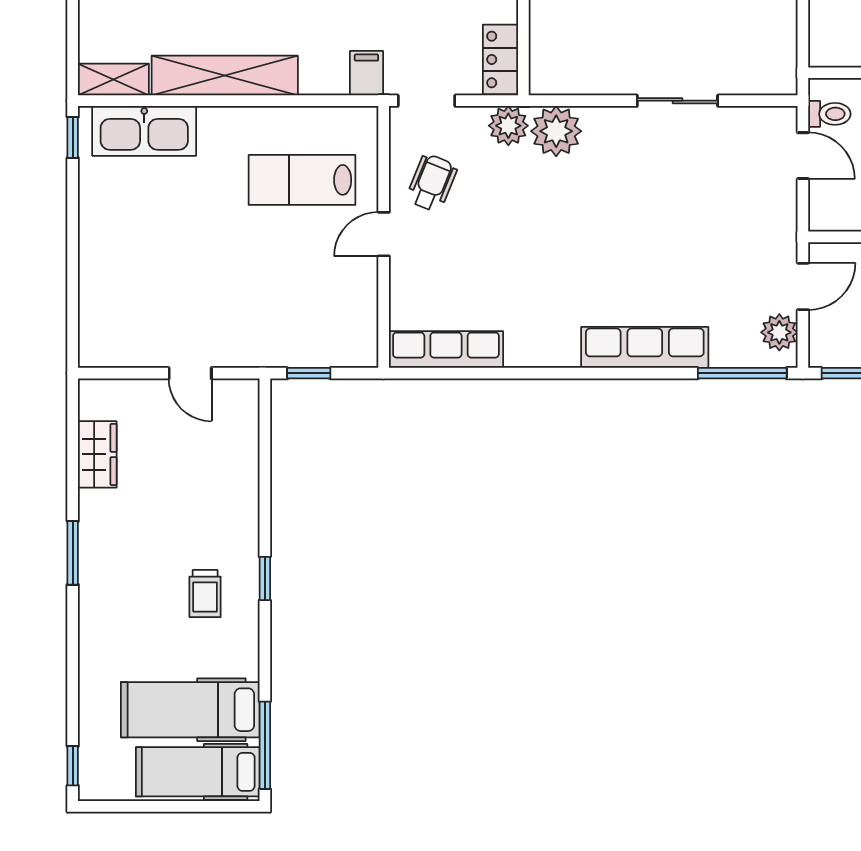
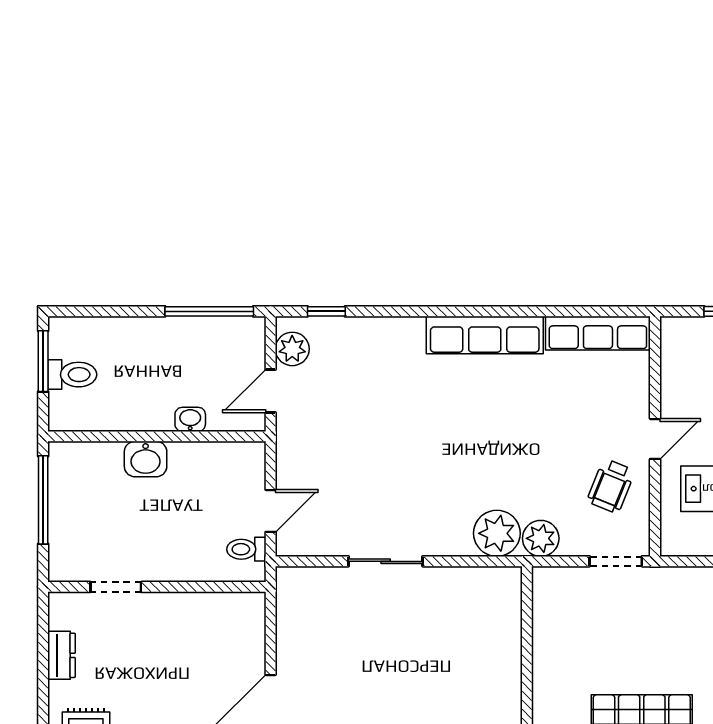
locker: (501, 59) -> (548, 599), removed
filing cabinet: (366, 73) -> (671, 587), removed
door: (803, 156) -> (271, 511), swing flipped
row of seats: (645, 347) -> (485, 335), moved
window: (742, 373) -> (326, 311), width x0.46

